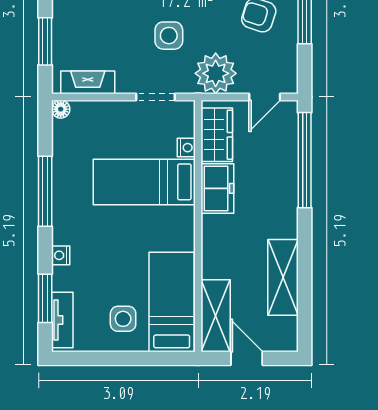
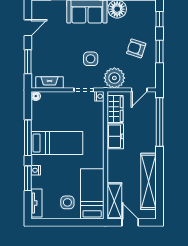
nightstand: (186, 148) -> (99, 96), moved
bed: (144, 182) -> (57, 143), moved, turned 180
shelving: (283, 277) -> (149, 181), width x1.47
window: (45, 298) -> (28, 178), moved

